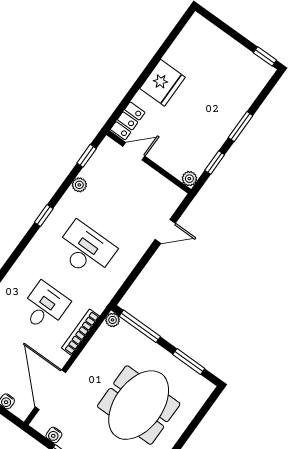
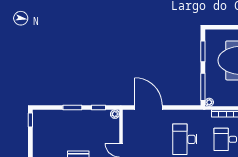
door: (165, 231) -> (149, 107), width x1.88

